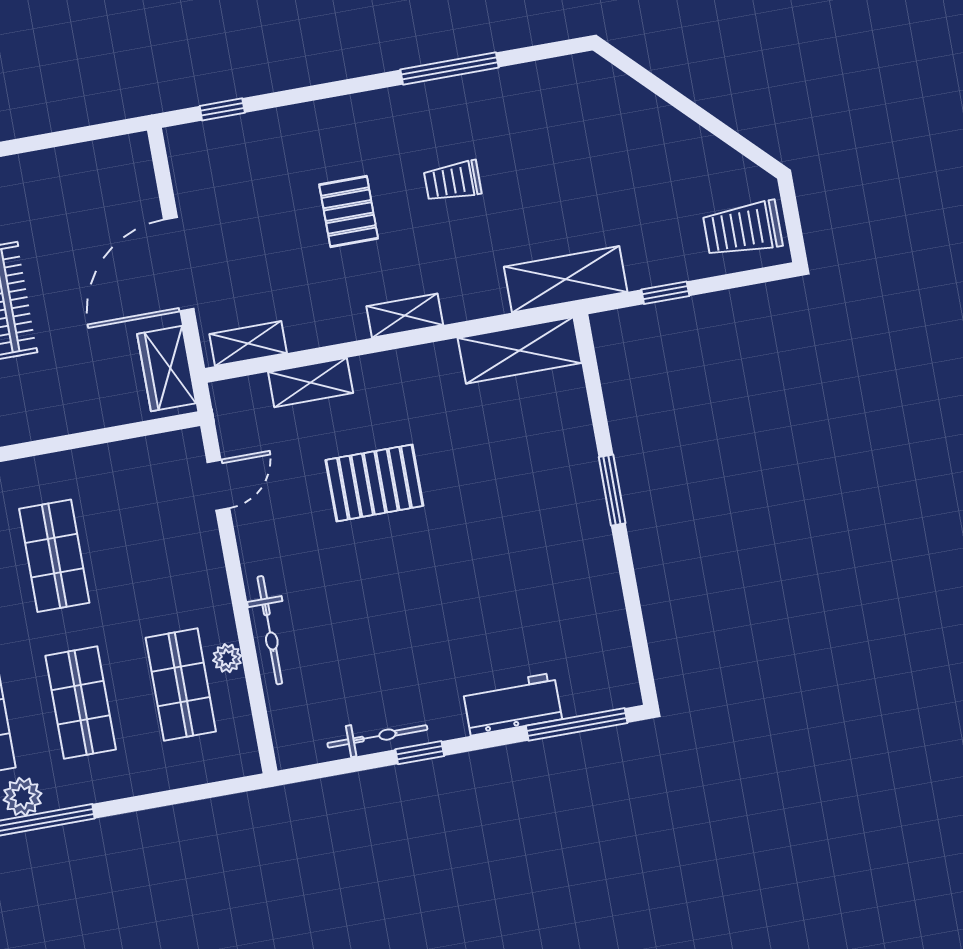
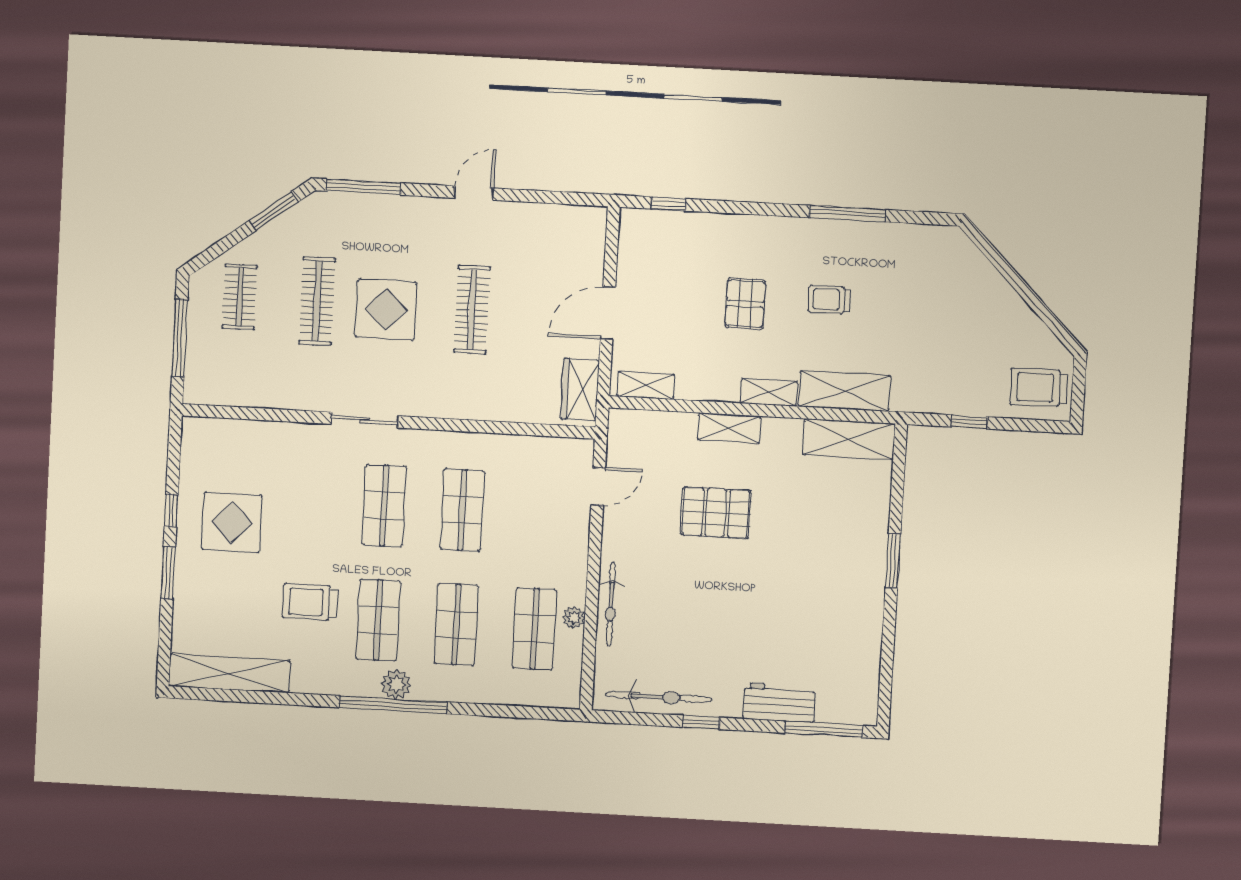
door: (179, 264) -> (608, 313), width x0.73
shelving: (566, 279) -> (844, 391), moved
shelving: (311, 383) -> (729, 428), moved
bicycle: (377, 736) -> (659, 697), width x1.37, depth x1.40

